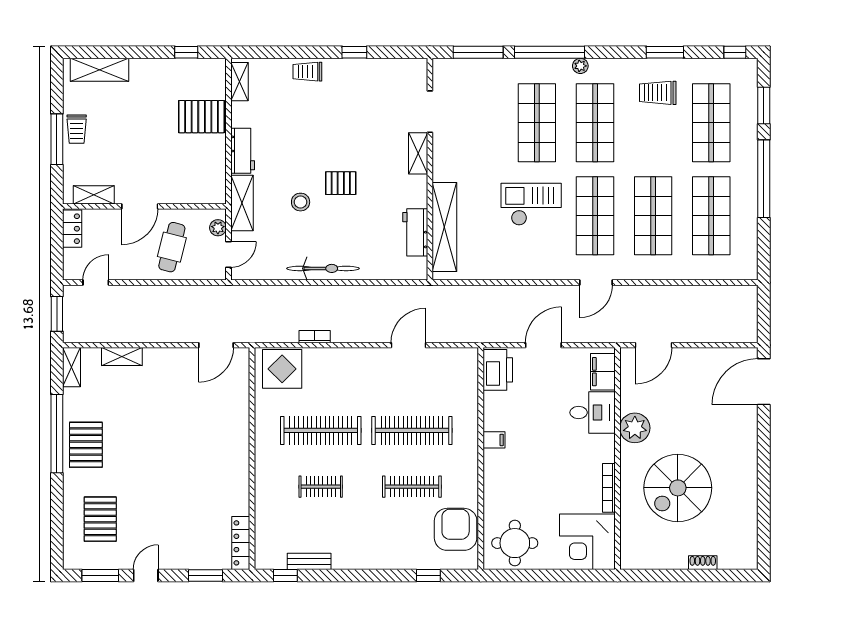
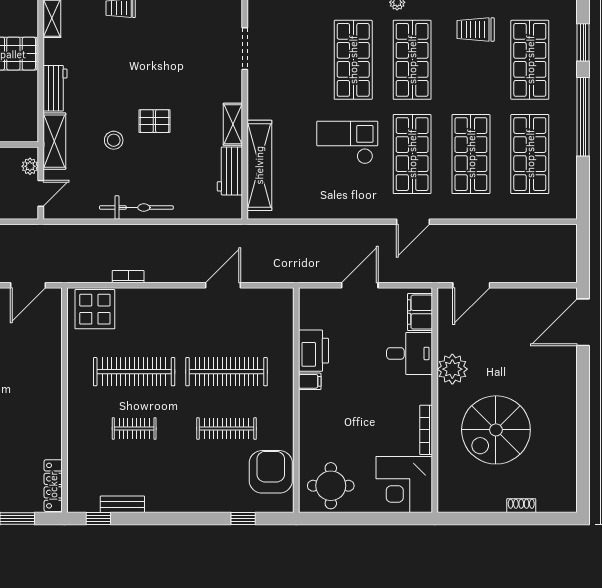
shelving: (418, 153) -> (233, 124), moved
printer: (498, 370) -> (313, 351), moved

